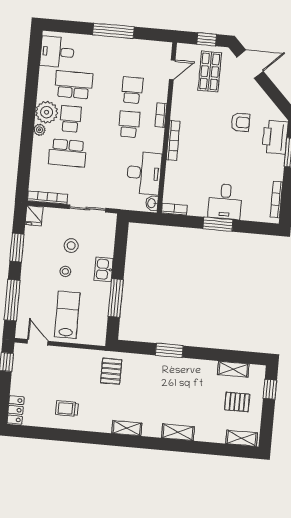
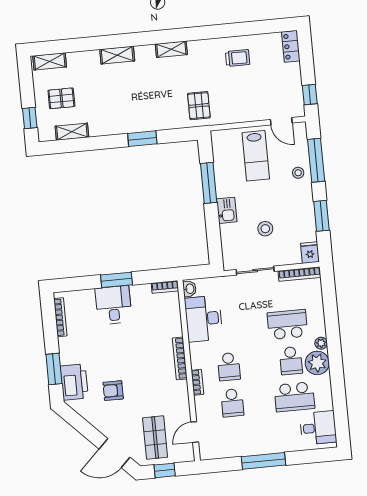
stool: (65, 271) -> (298, 173), moved

